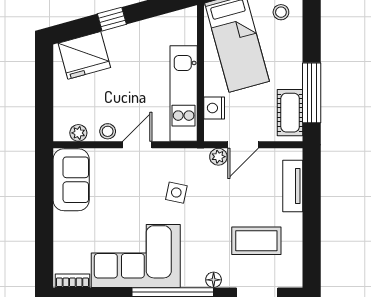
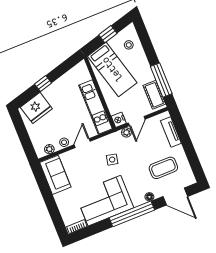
nightstand: (214, 108) -> (119, 120), moved

